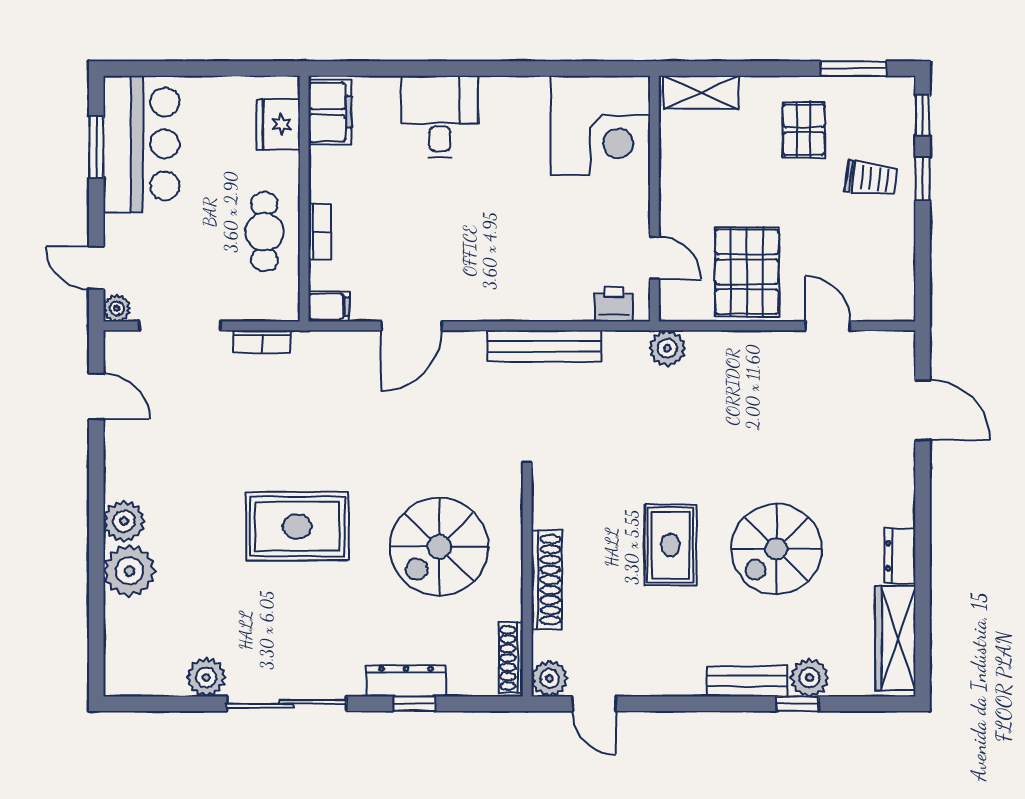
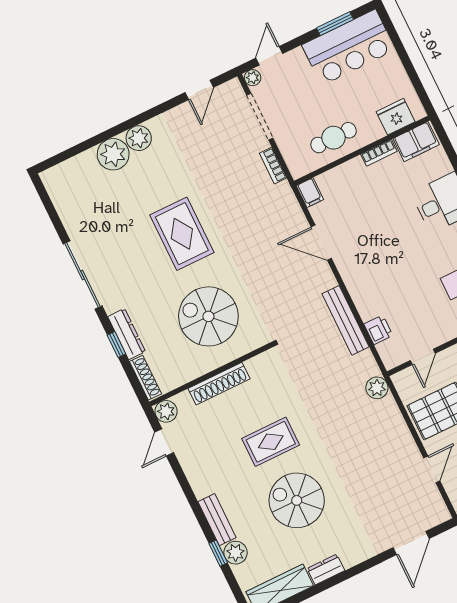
bookcase: (320, 231) -> (379, 153), moved
printer: (614, 304) -> (378, 330), moved
shoe rack: (511, 658) -> (145, 378), moved, turned 90
plant: (206, 677) -> (76, 224), removed

